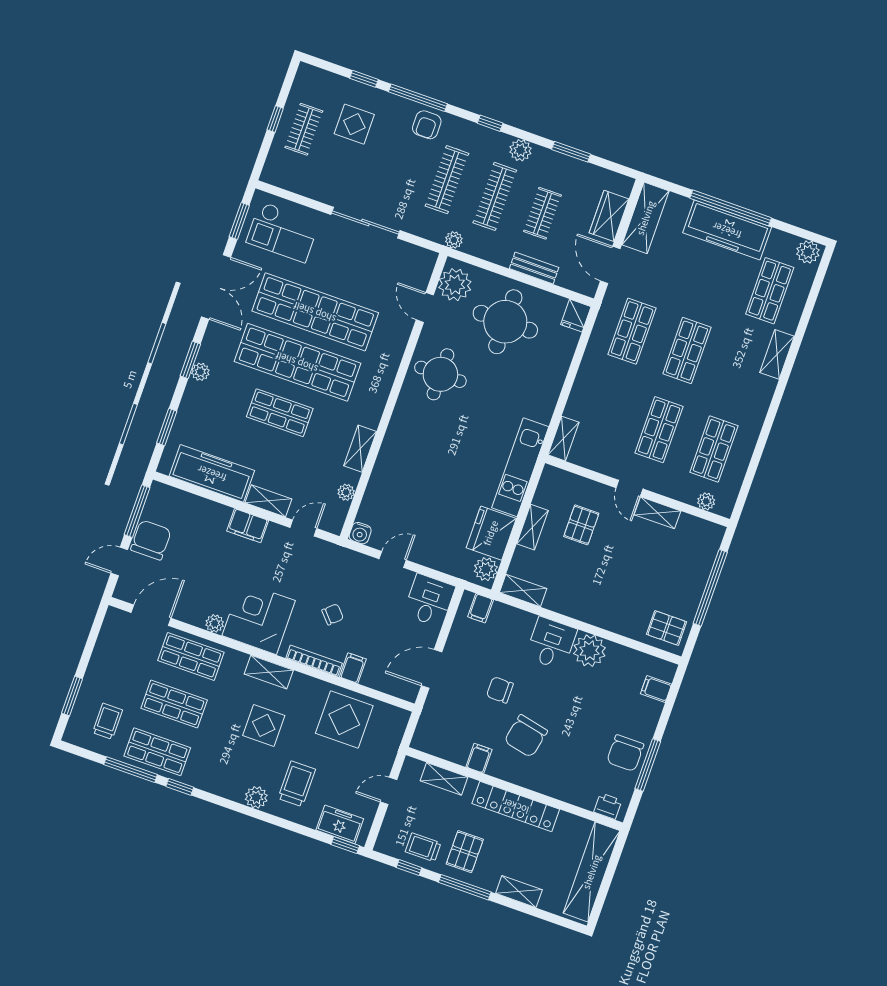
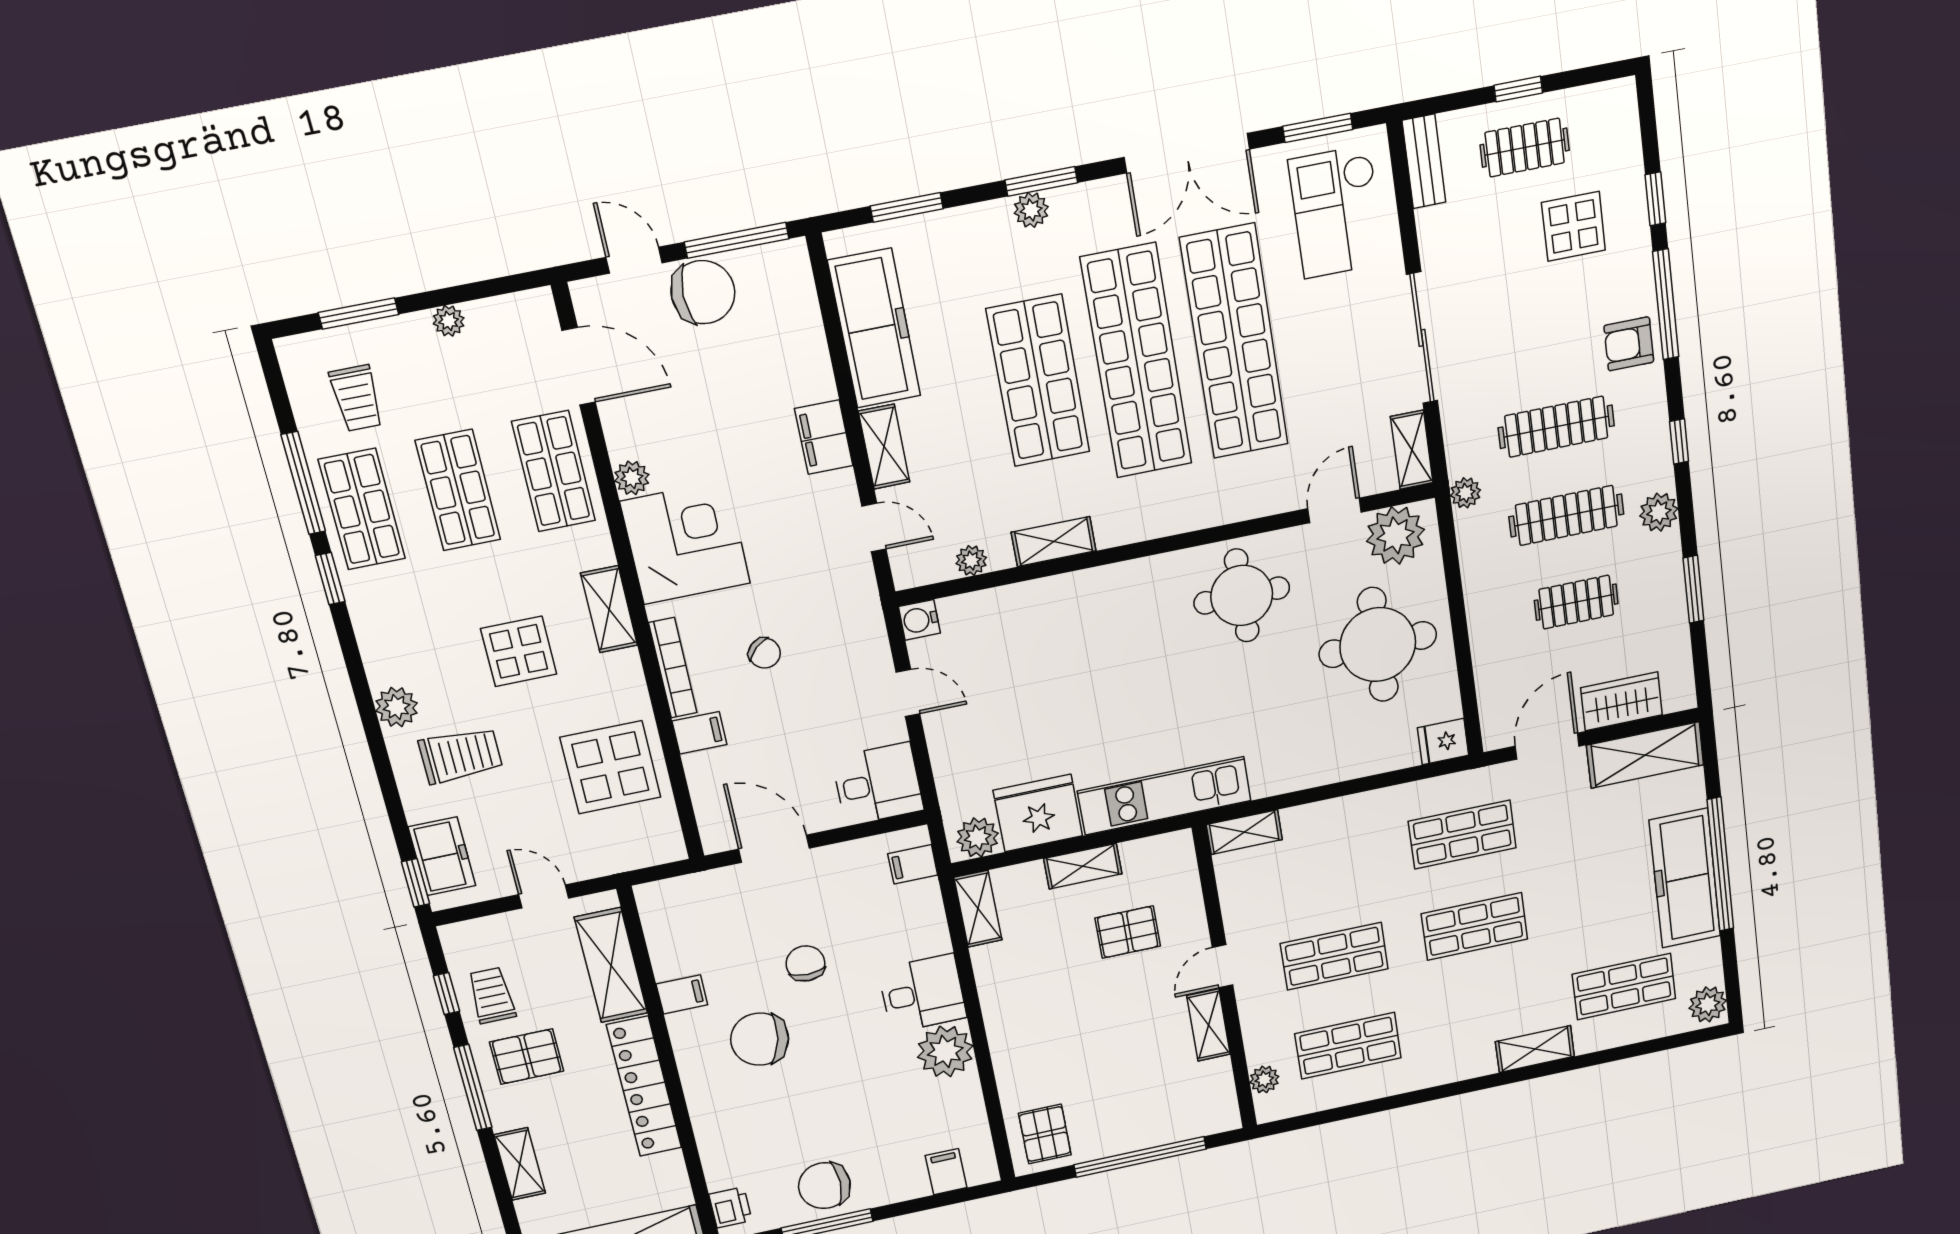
shelving: (417, 255) -> (1412, 450), added
bench: (534, 268) -> (1424, 161), moved
shop shelf: (280, 413) -> (1038, 381), width x1.43, depth x1.36
plant: (98, 659) -> (449, 321), added
trolley: (107, 721) -> (356, 398), turned 90
shelving: (444, 779) -> (611, 965), width x1.50, depth x1.33

